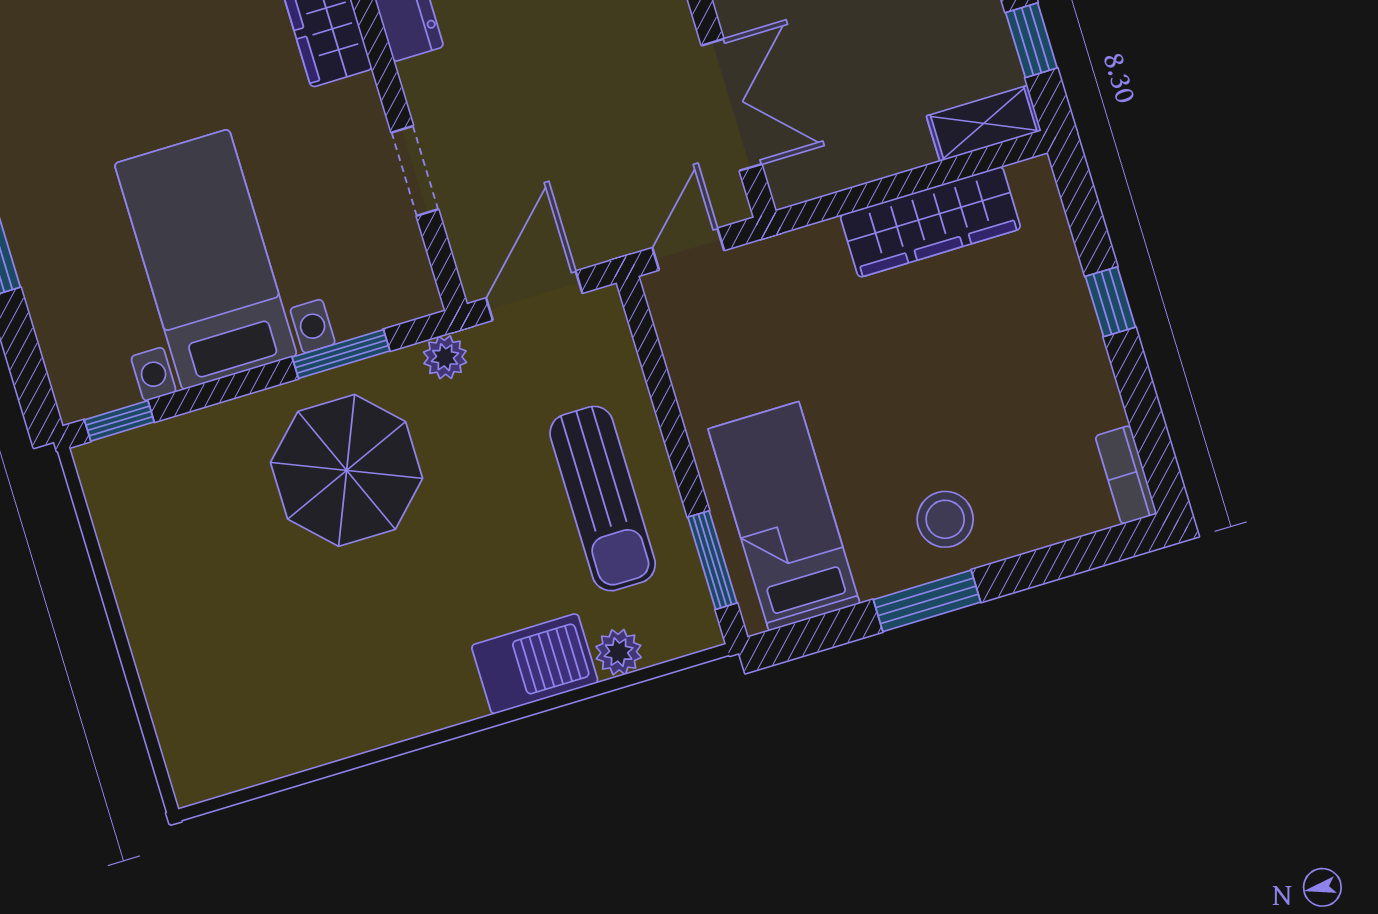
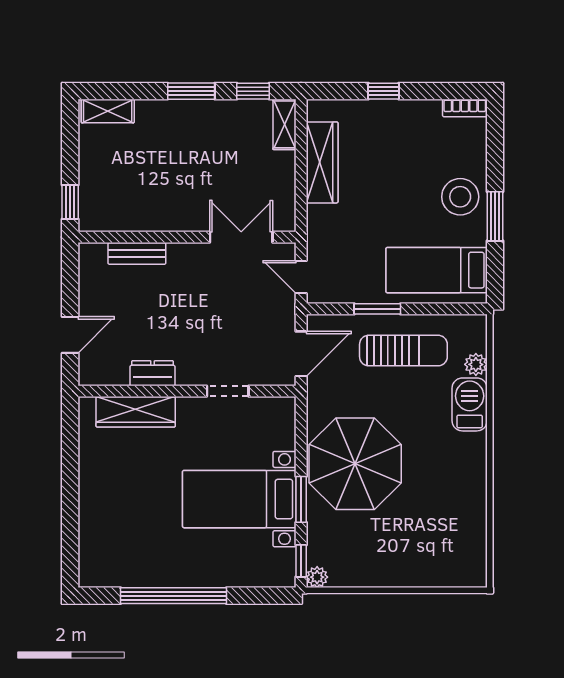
door: (534, 296) -> (301, 354), swing flipped
window: (341, 354) -> (301, 499), moved
plant: (445, 357) -> (317, 577), moved
parasol: (347, 470) -> (355, 464), width x1.36, depth x1.36
stool: (945, 519) -> (460, 197), width x1.38, depth x1.38
window: (712, 560) -> (377, 309), moved

